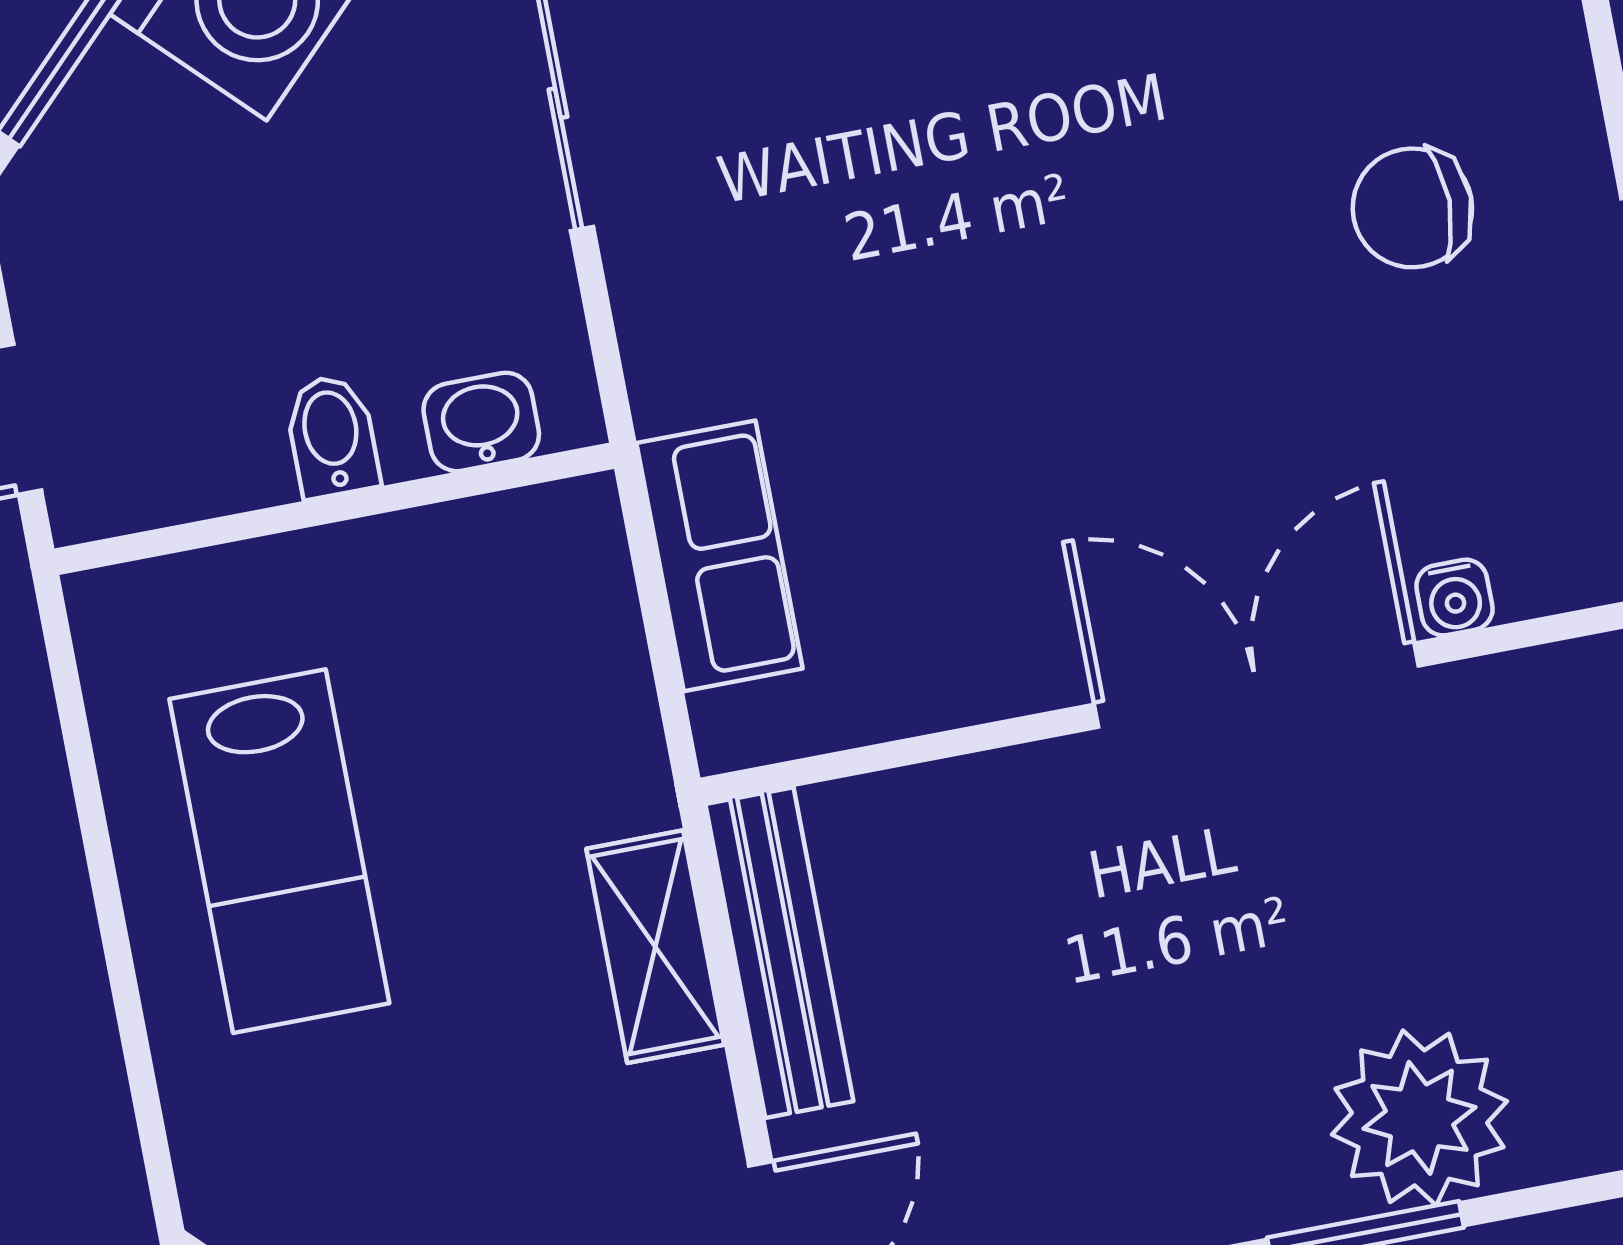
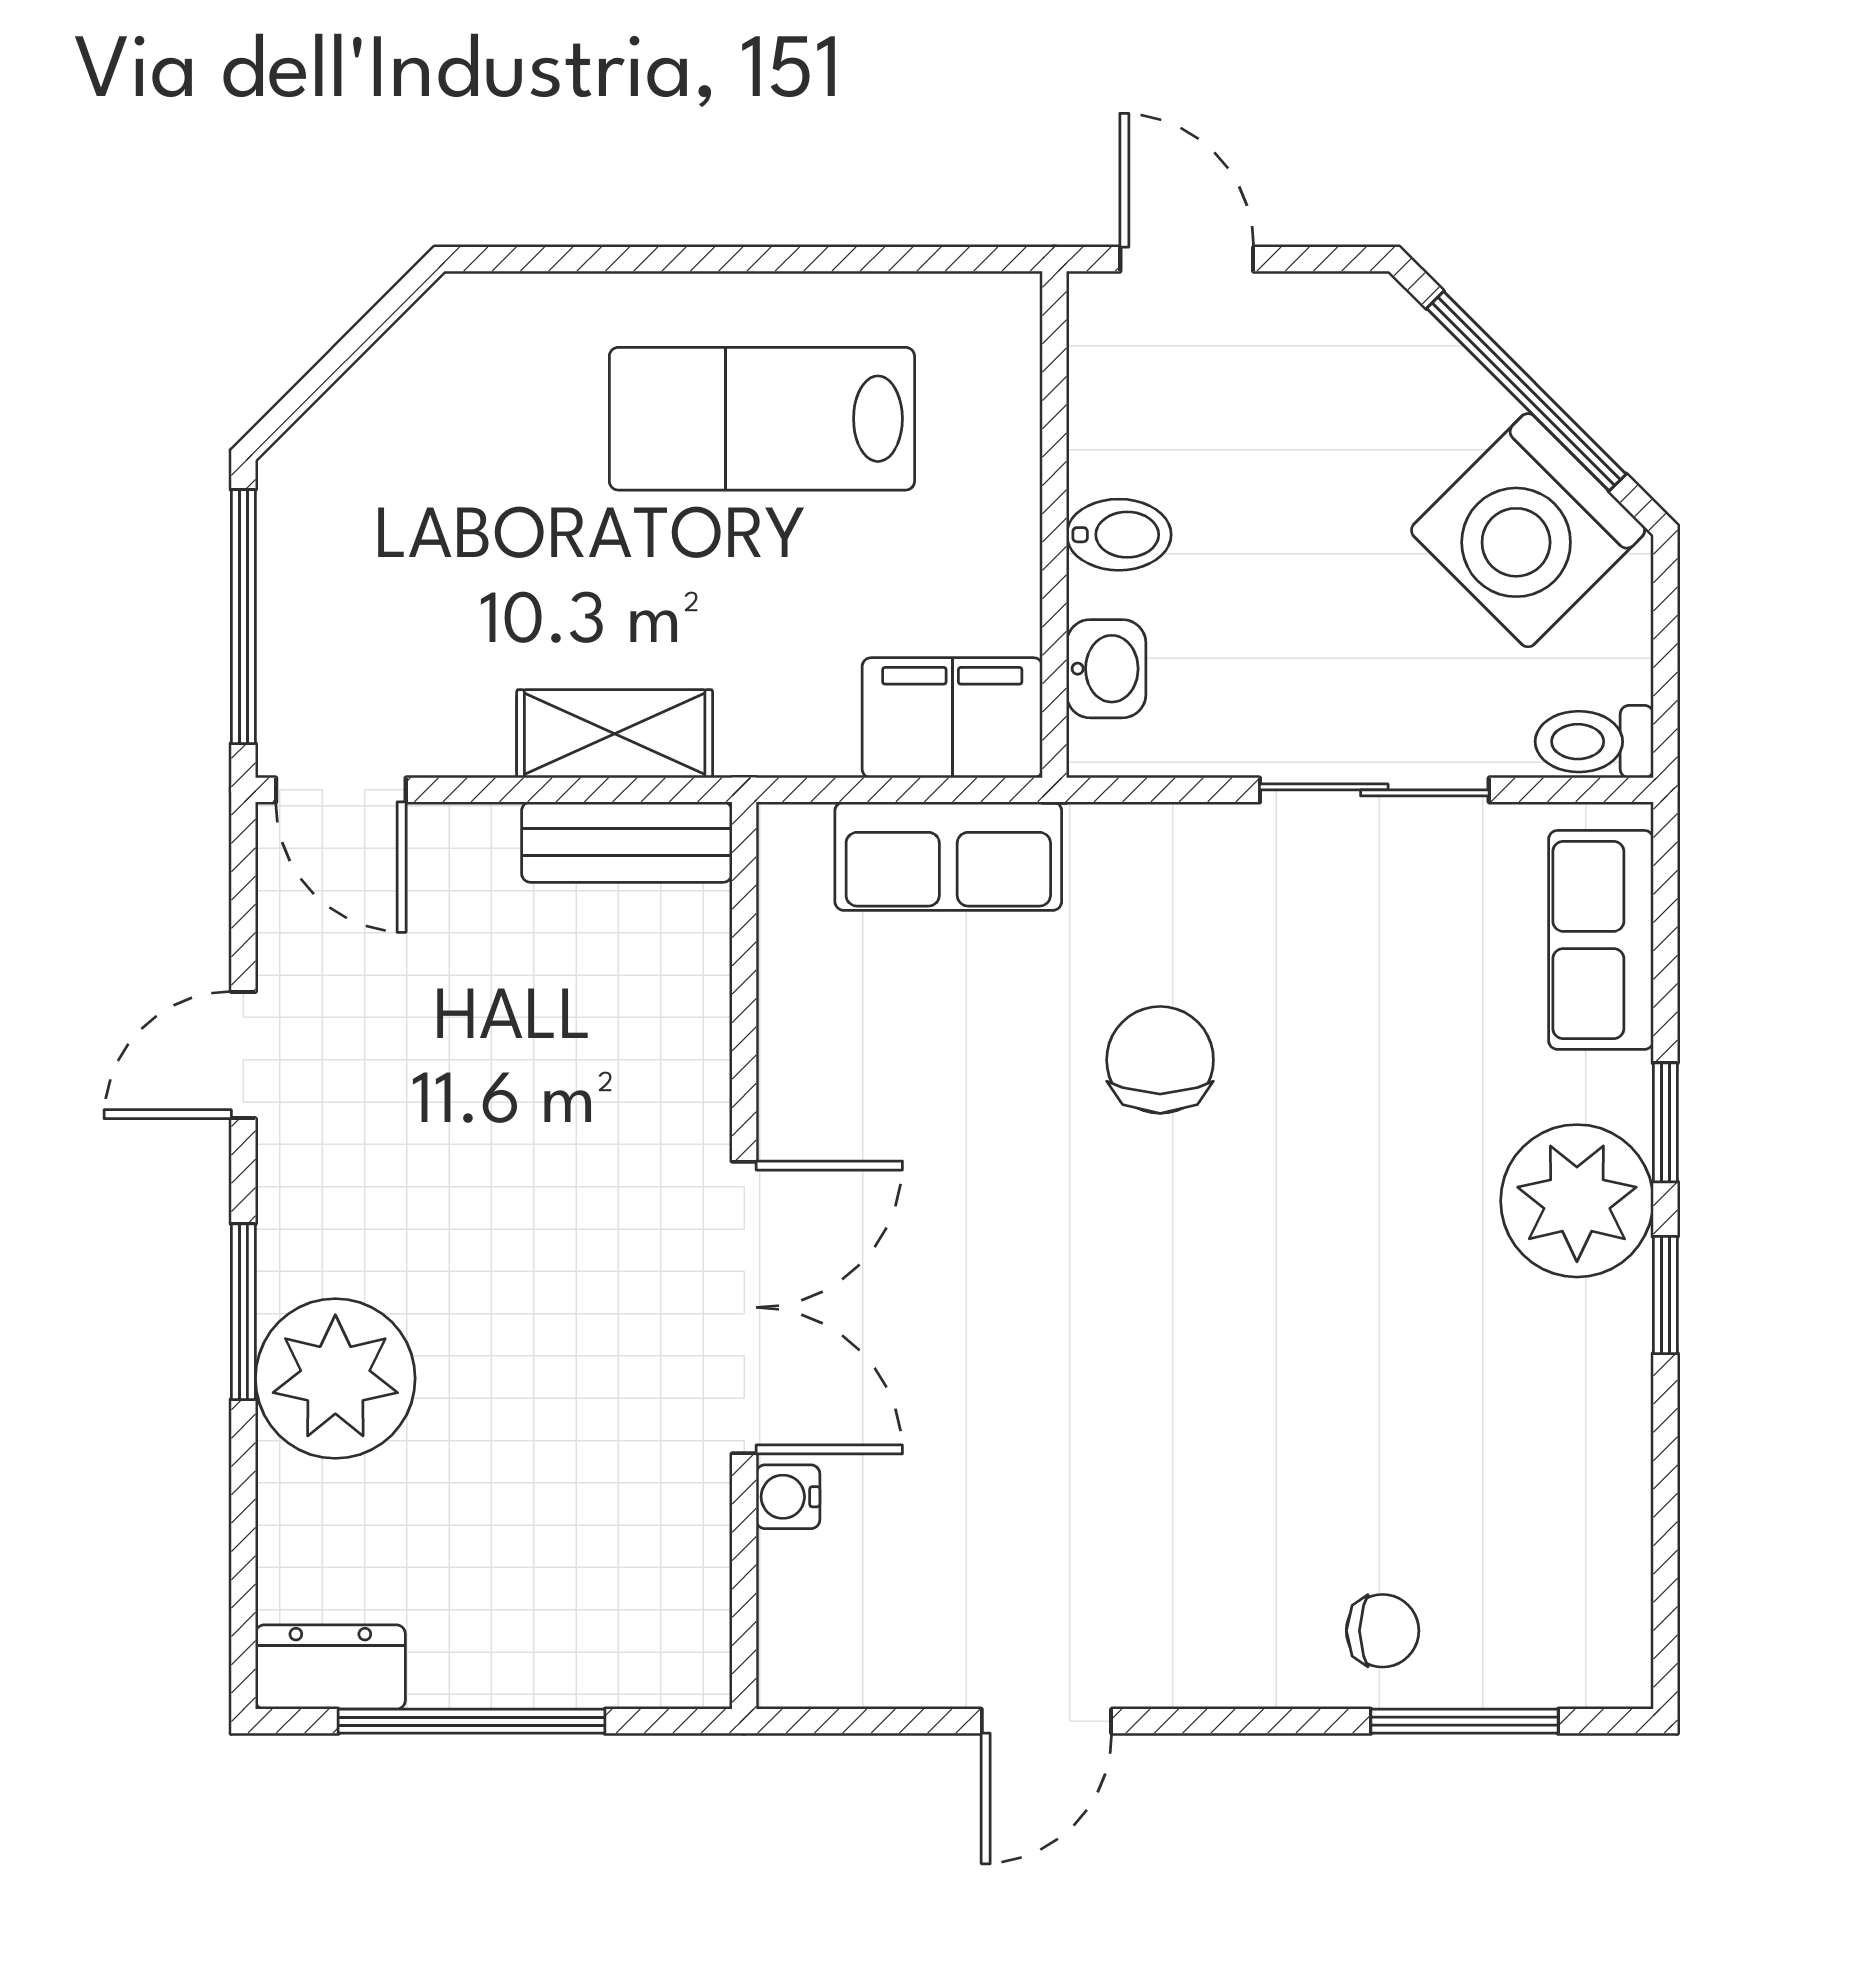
chair: (1412, 208) -> (1160, 1060), moved
filing cabinet: (567, 580) -> (952, 718), added
bench: (779, 953) -> (627, 842), width x0.73

